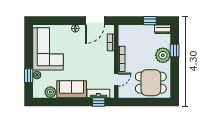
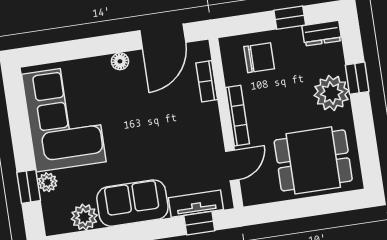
chair: (134, 36) -> (259, 58), added

